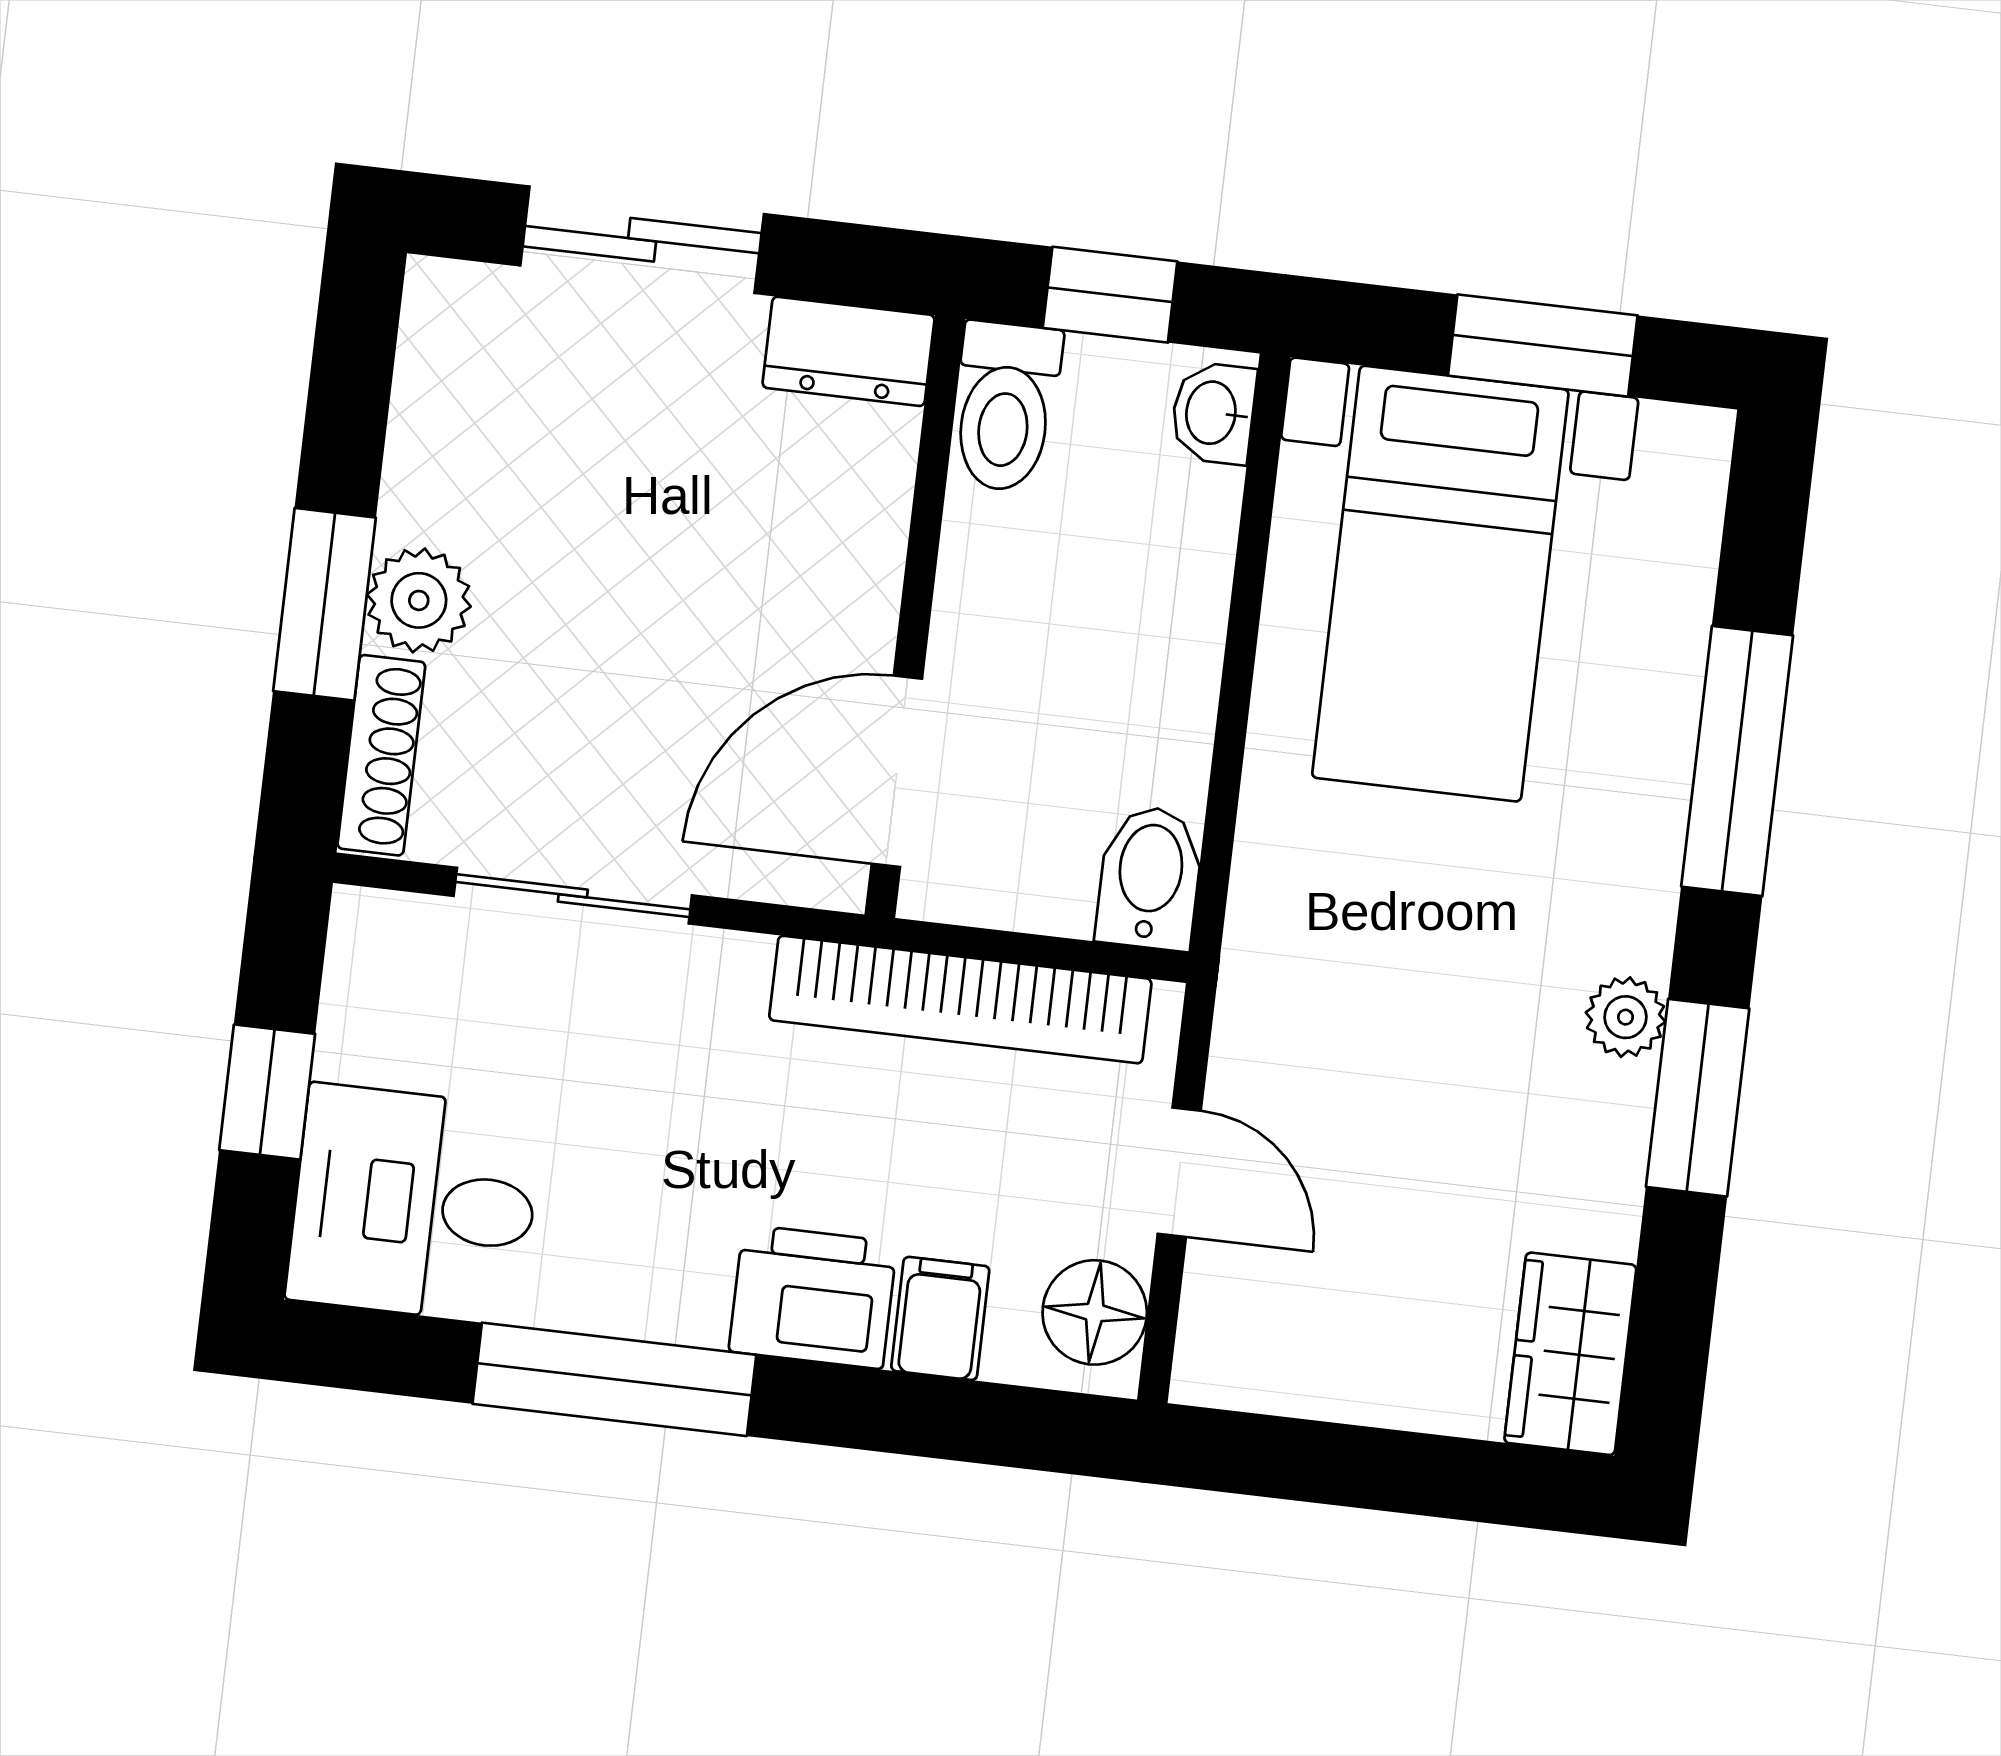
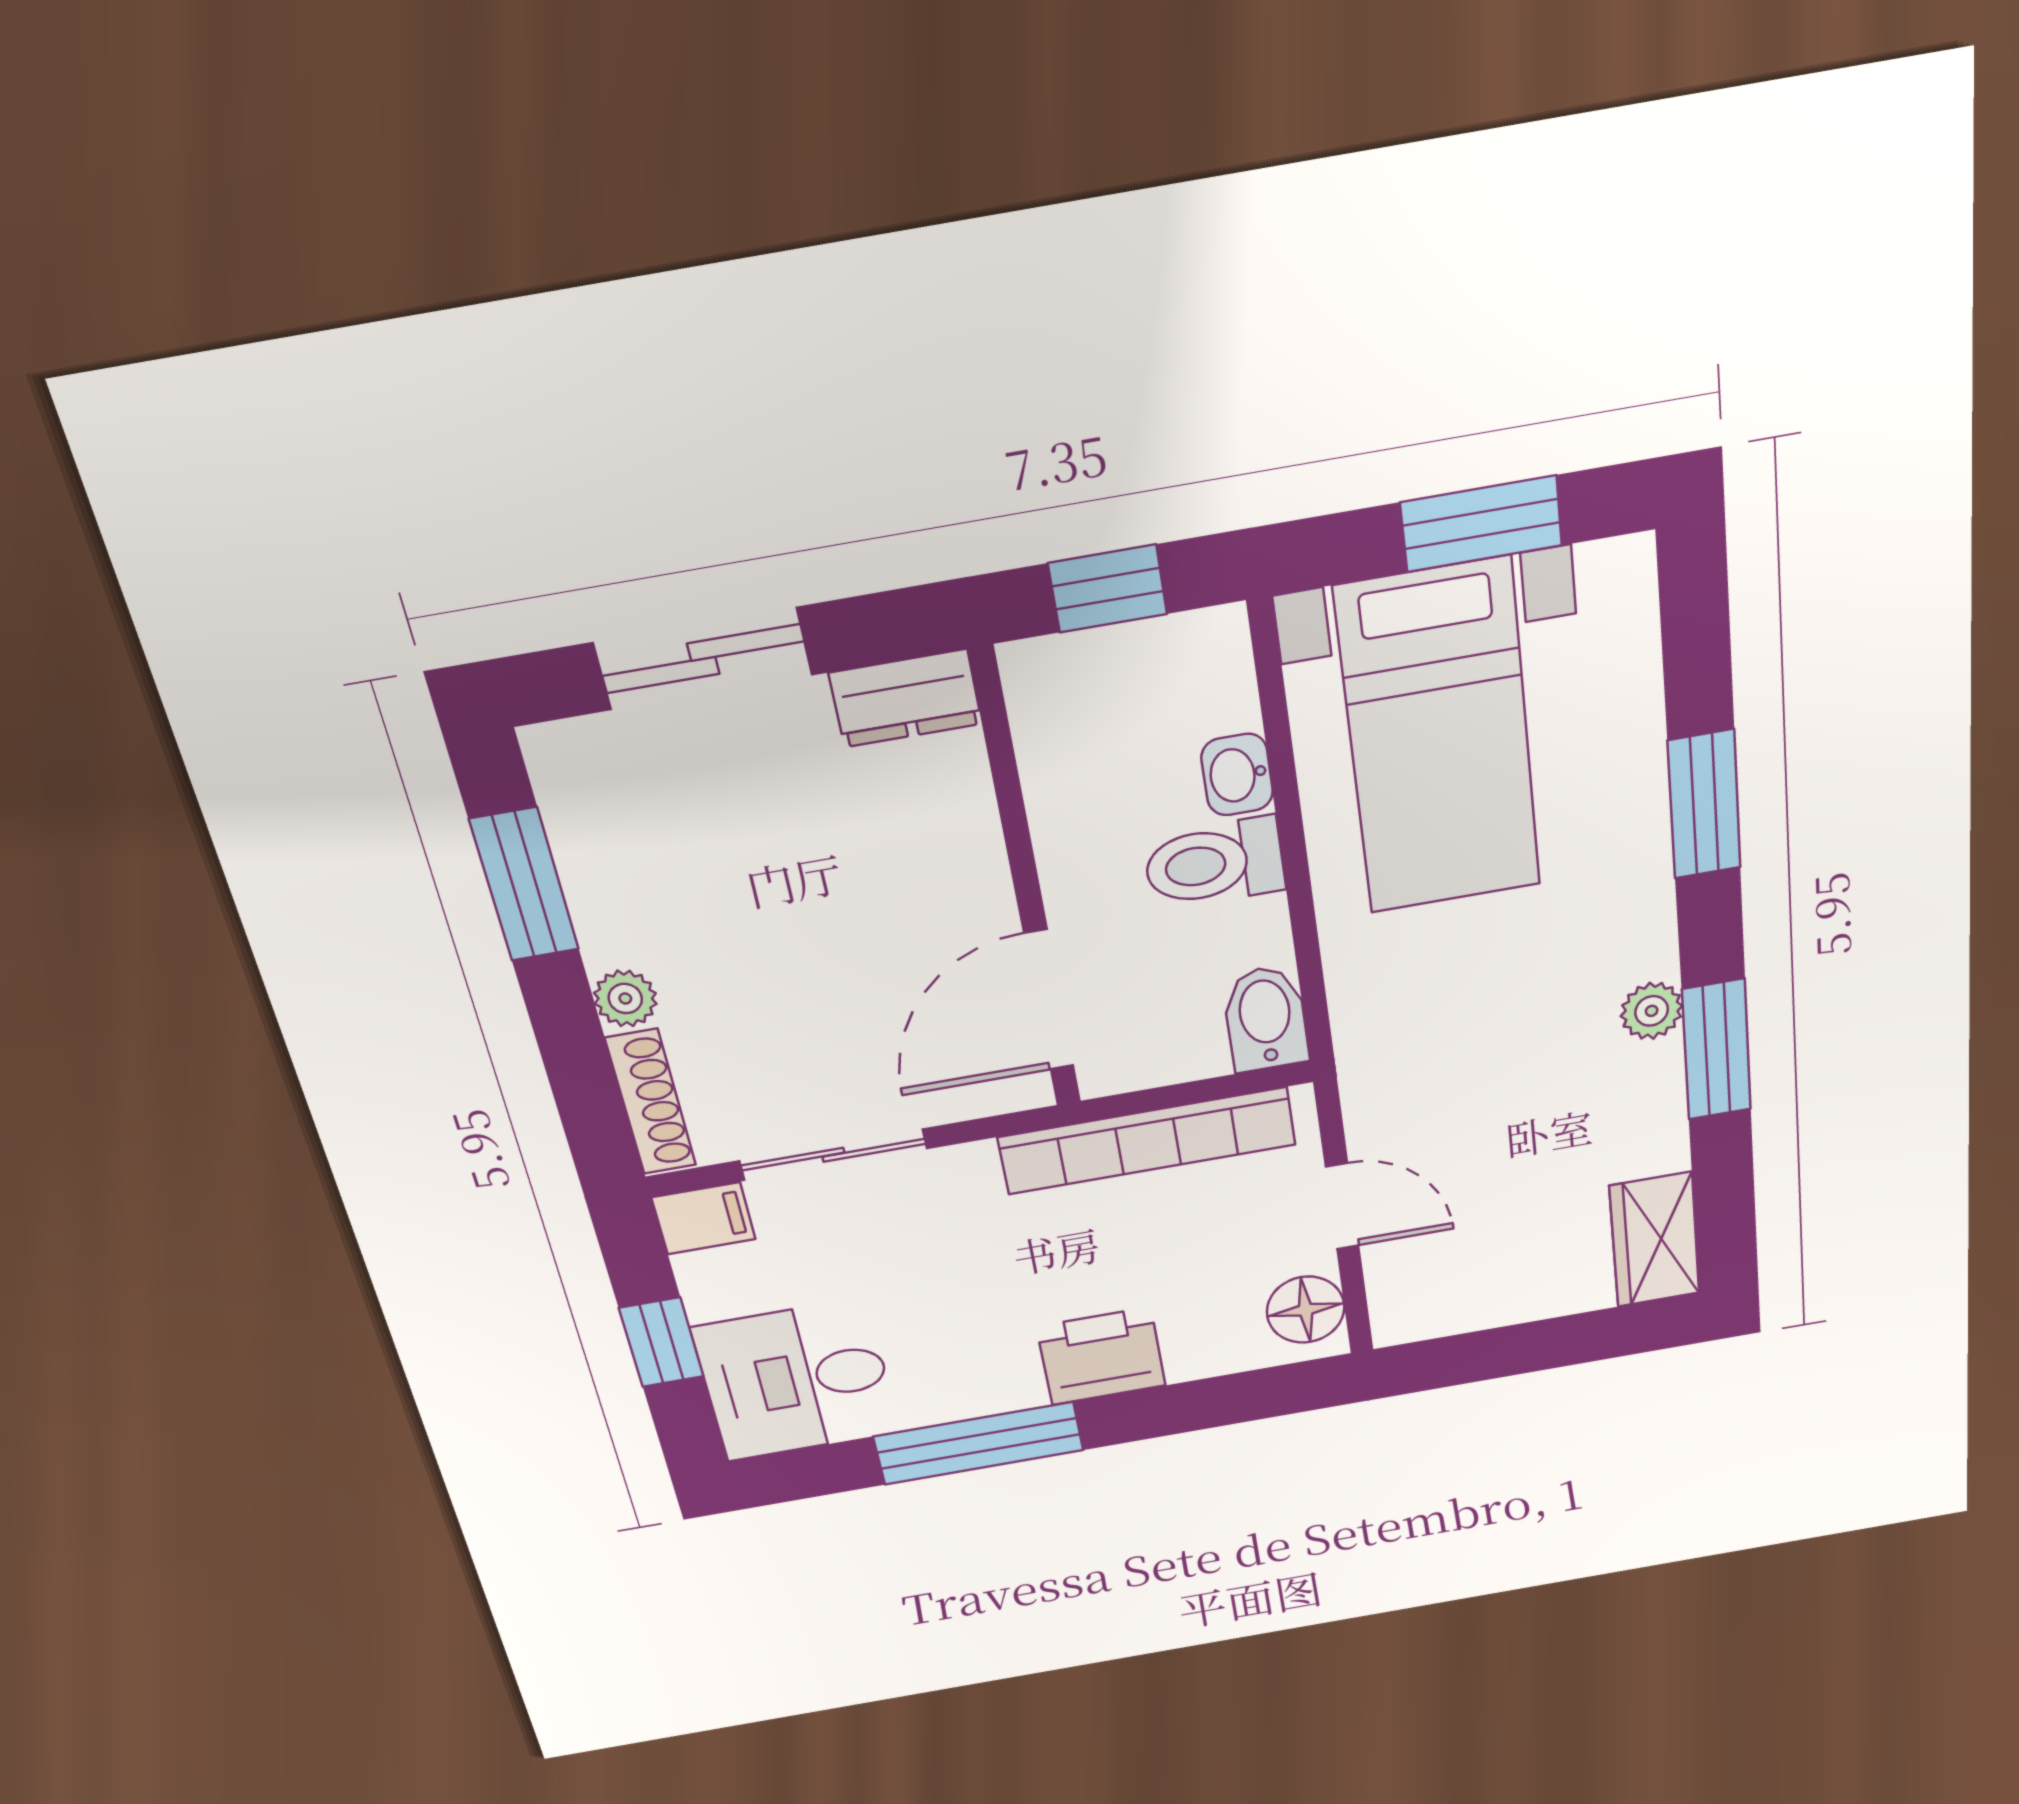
toilet: (1006, 407) -> (1214, 863), moved, turned 90
washbasin: (1213, 413) -> (1237, 775), moved
plant: (419, 600) -> (625, 998), width x0.73, depth x0.73
window: (324, 604) -> (524, 885), moved
window: (1737, 761) -> (1704, 805), width x0.69
filing cabinet: (940, 1318) -> (704, 1218), moved, turned 90

